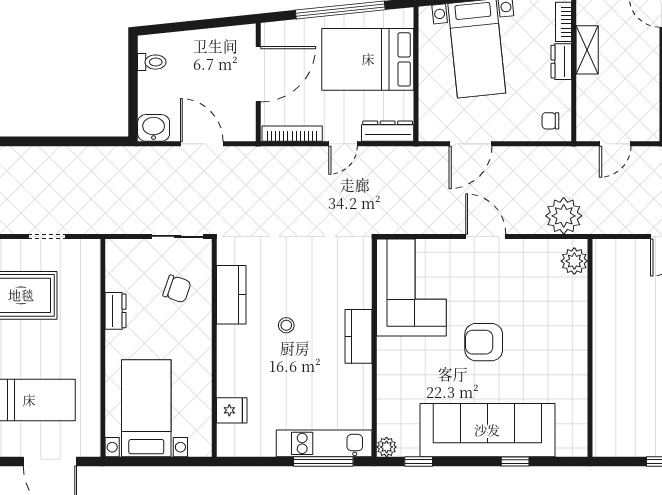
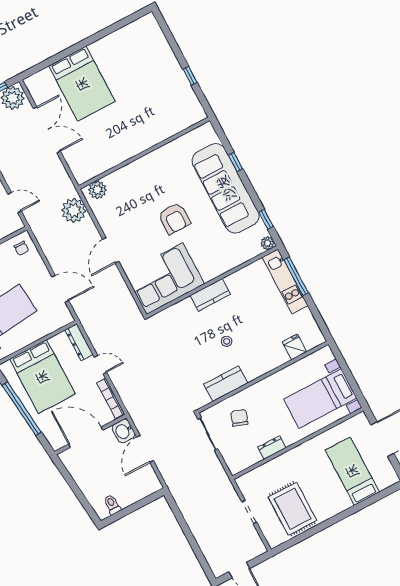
washbasin: (154, 128) -> (124, 431), moved

